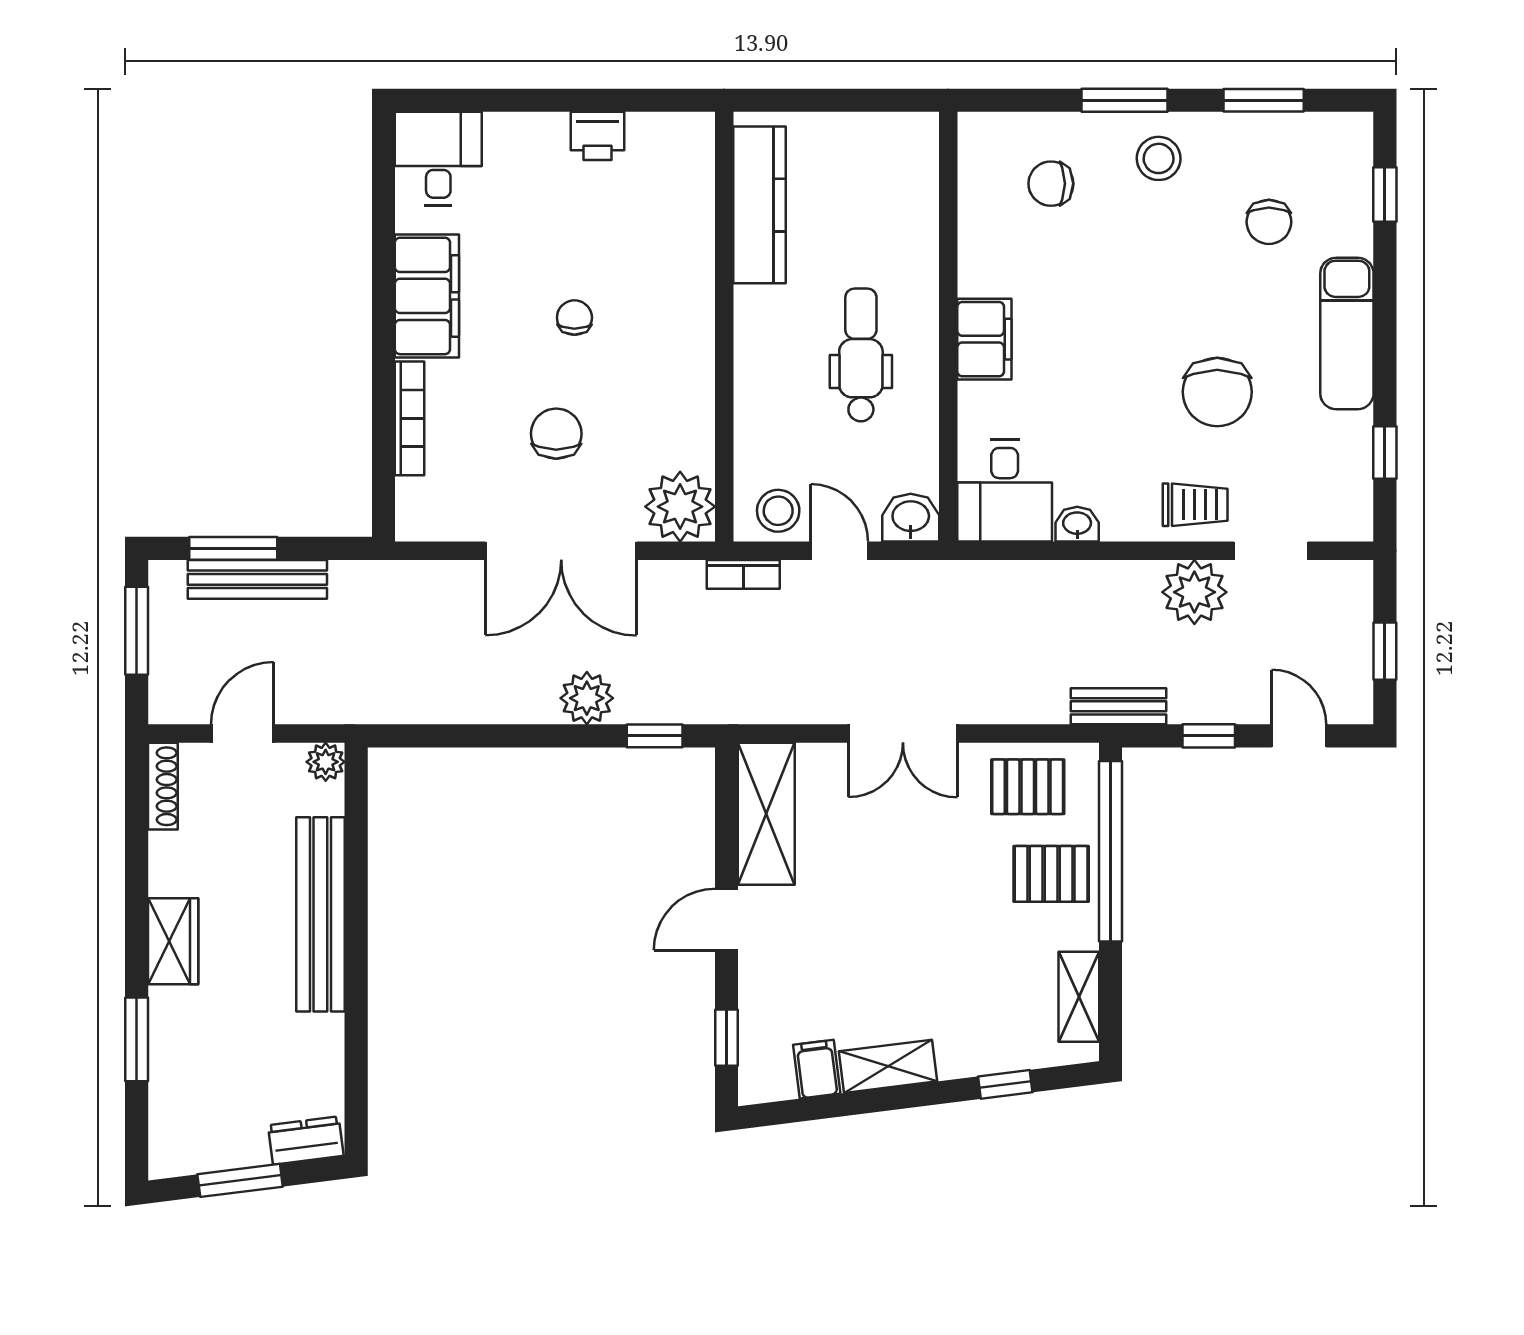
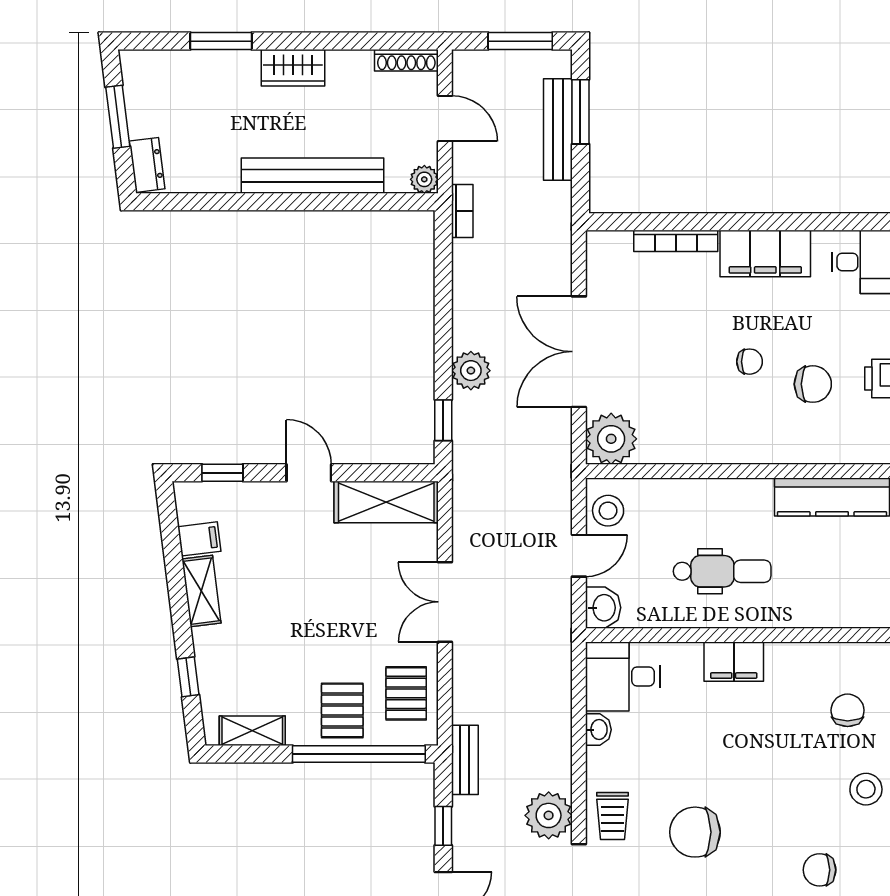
chair: (556, 434) -> (813, 384), moved
bookcase: (743, 574) -> (462, 211), moved, turned 180

